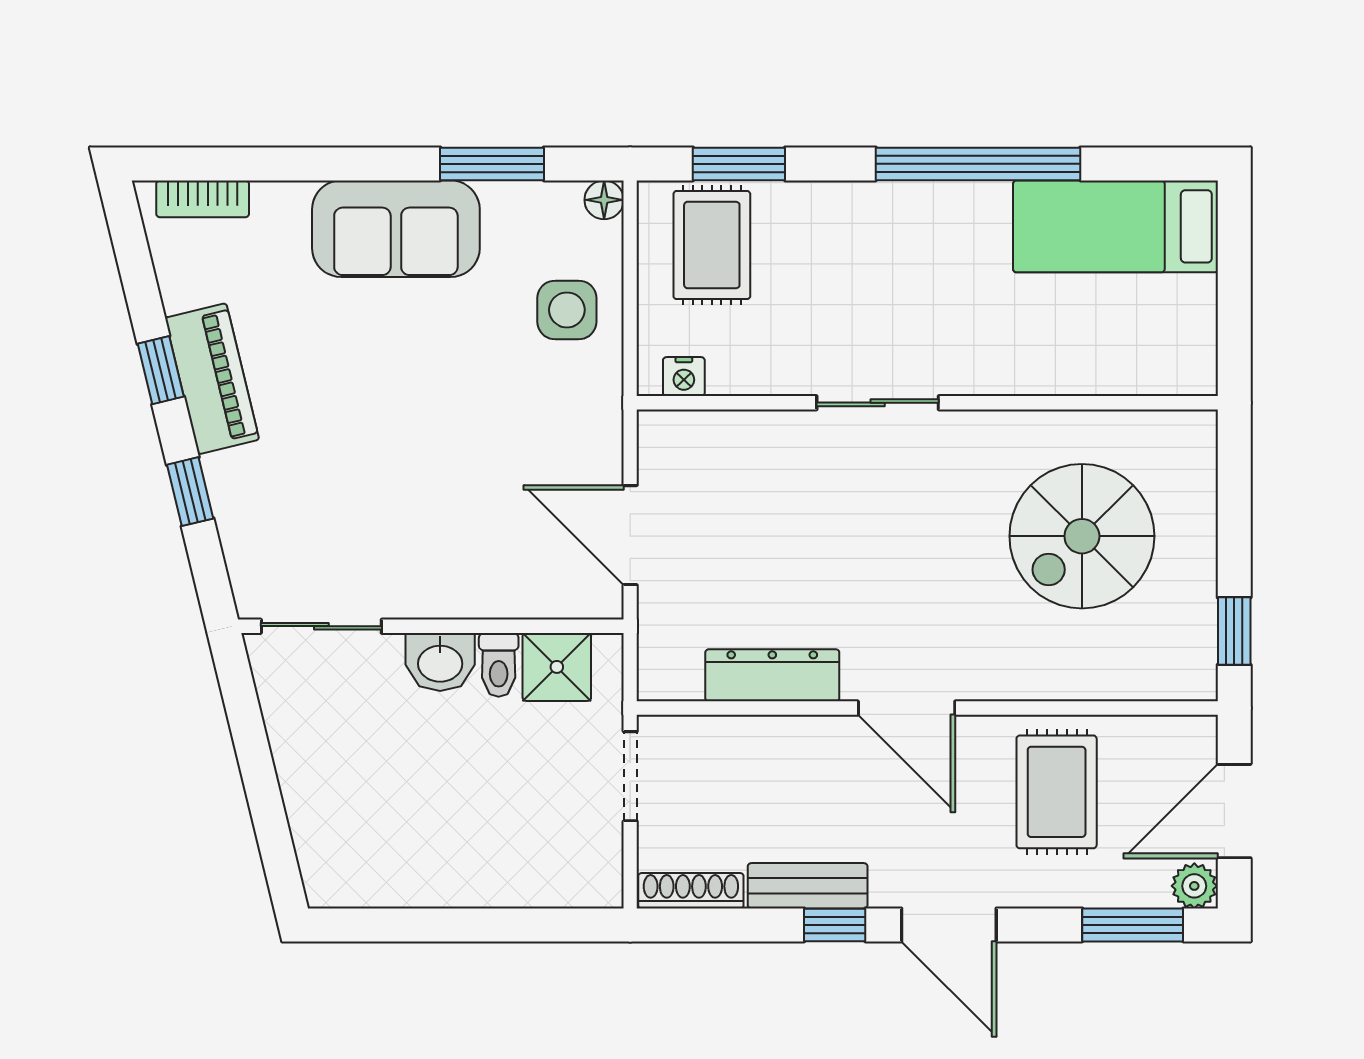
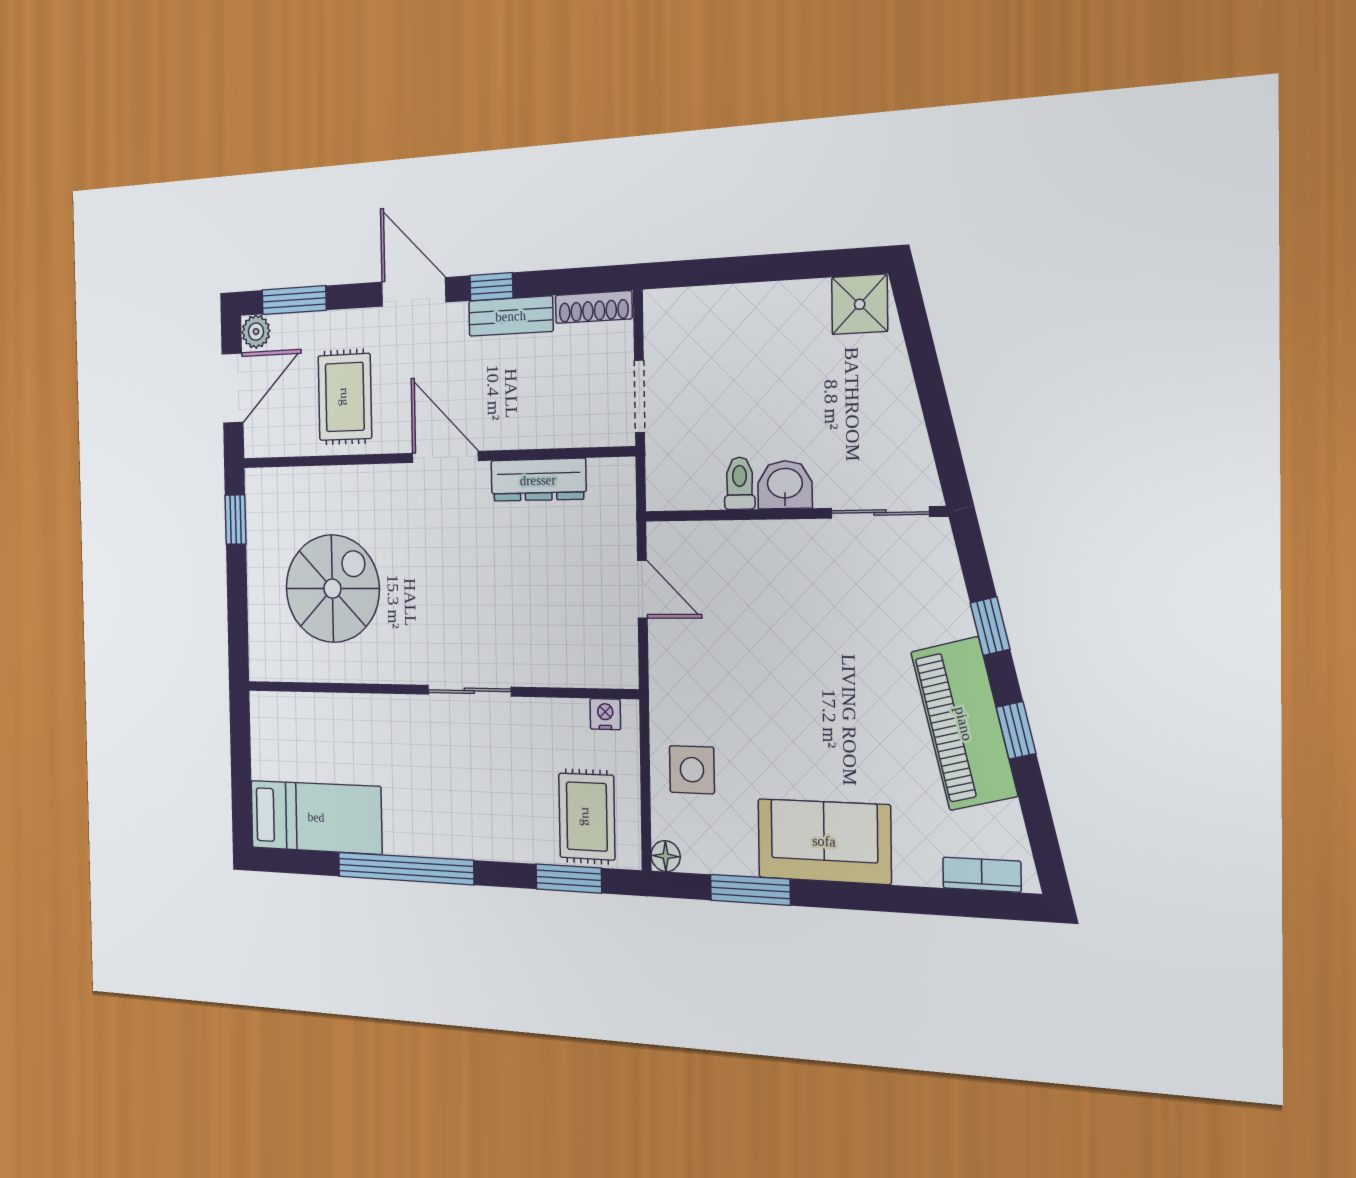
piano: (212, 379) -> (964, 724), width x1.37, depth x1.33
door: (630, 535) -> (642, 589), width x0.73
shower: (557, 667) -> (860, 304), moved

